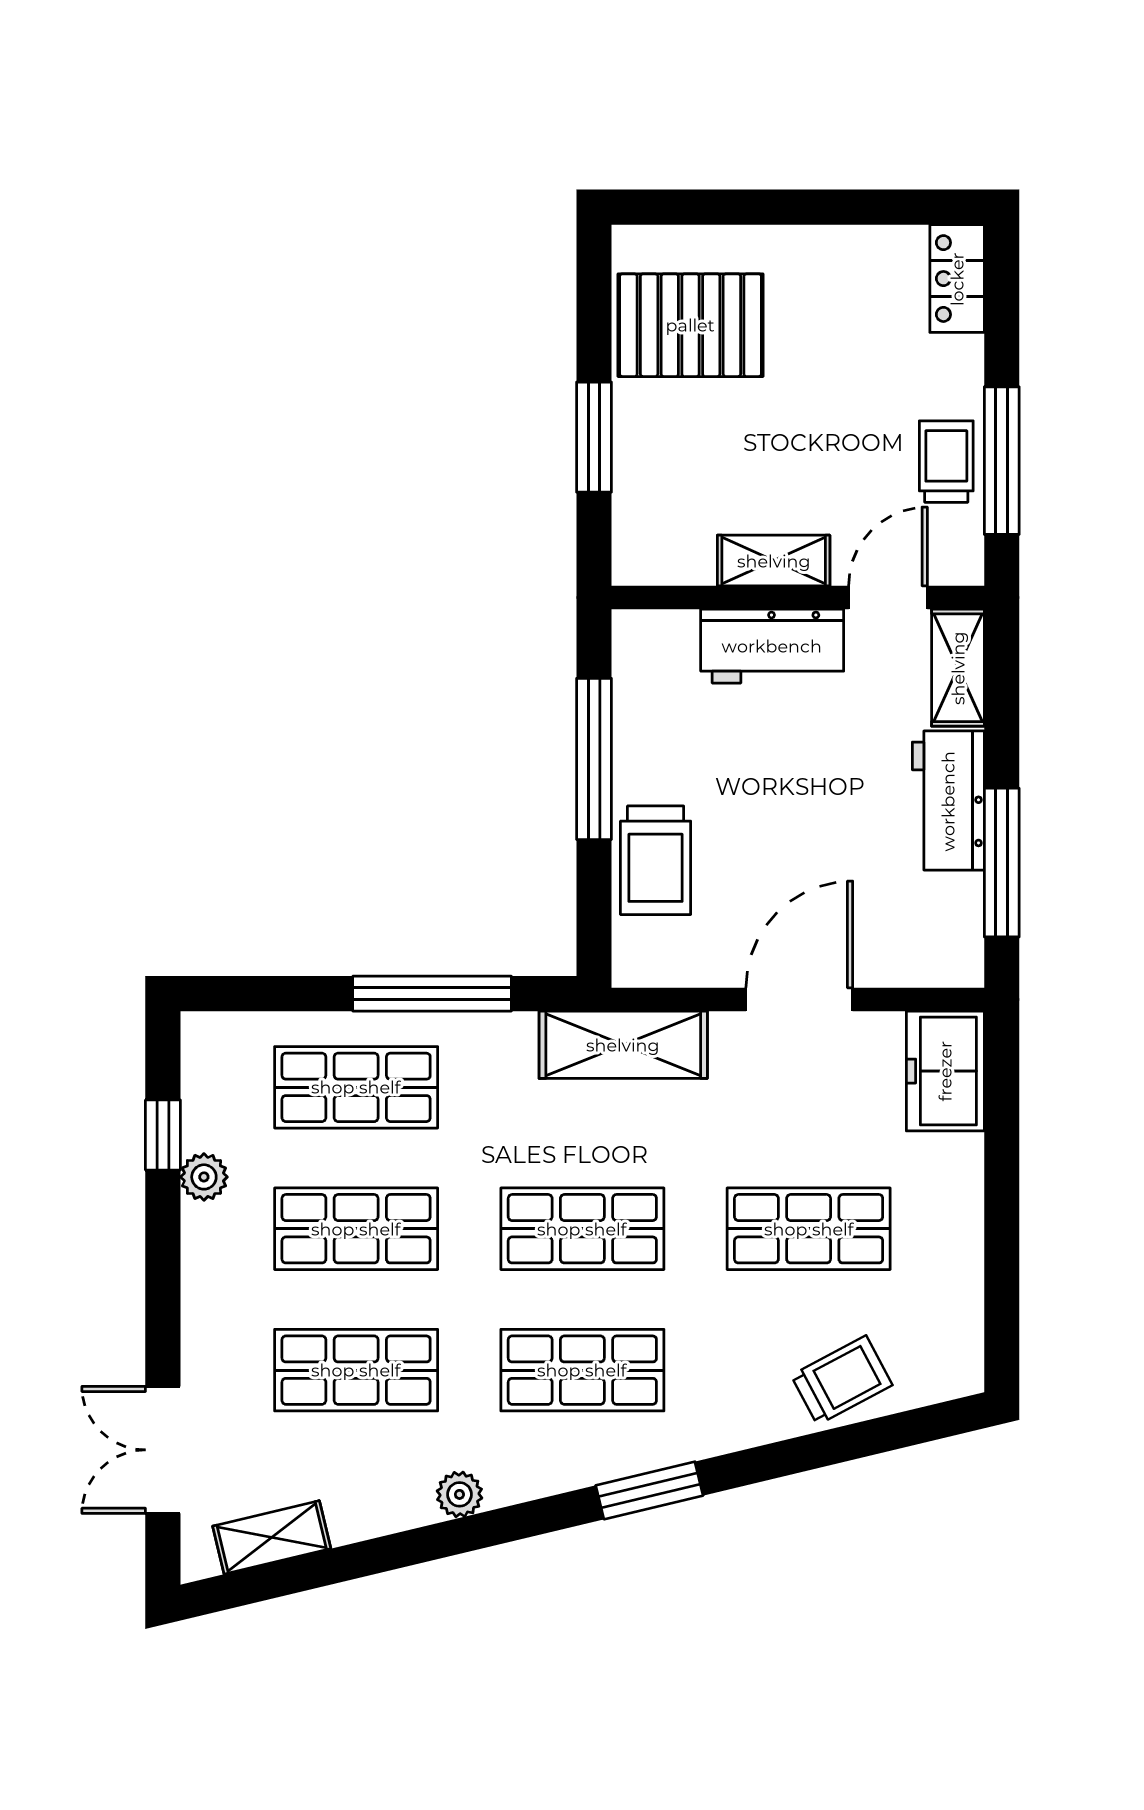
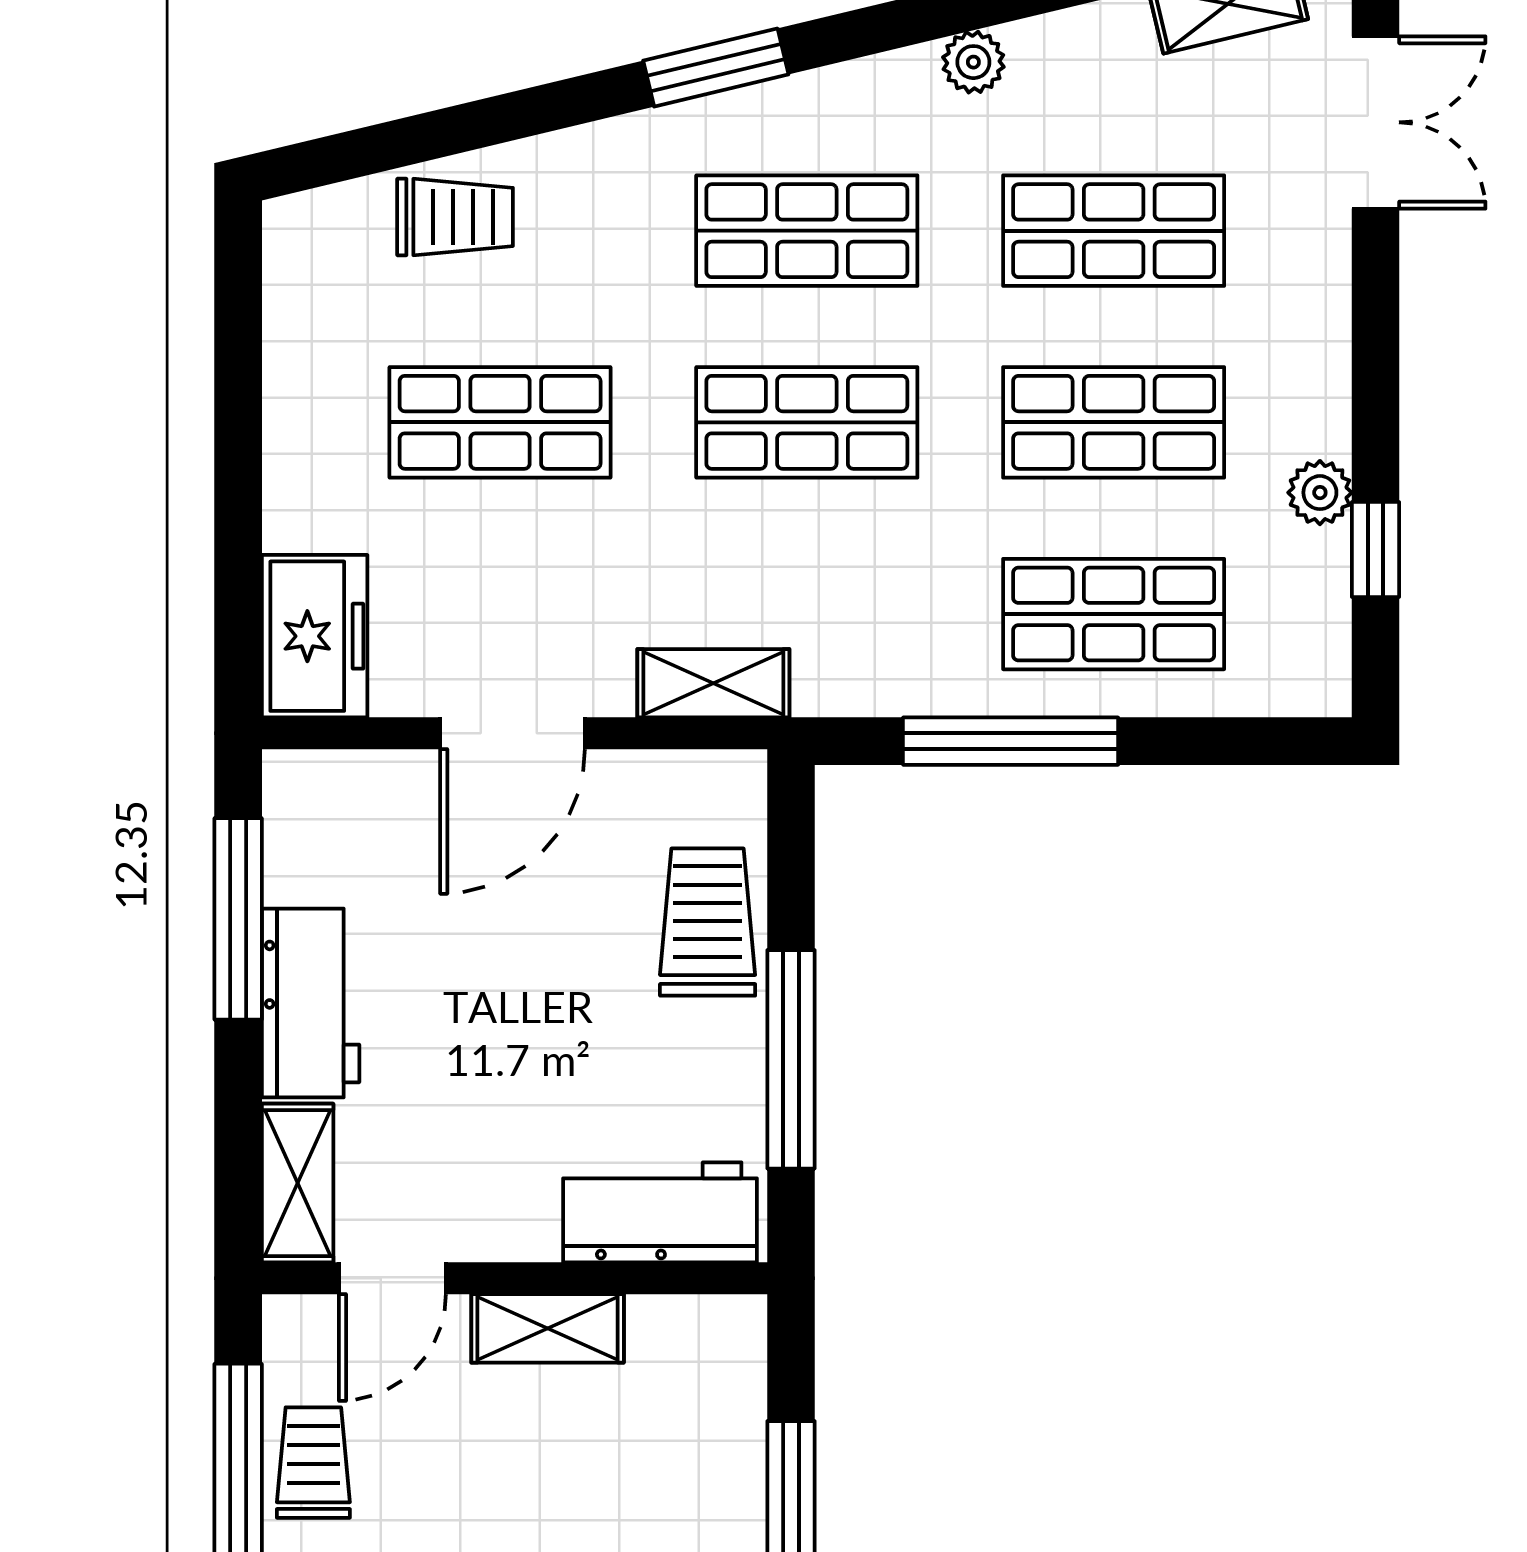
trolley: (946, 462) -> (313, 1463), turned 180
workbench: (772, 646) -> (660, 1212), moved
shelving: (623, 1045) -> (713, 683), width x0.67, depth x0.75
trolley: (842, 1380) -> (455, 217), turned -152

